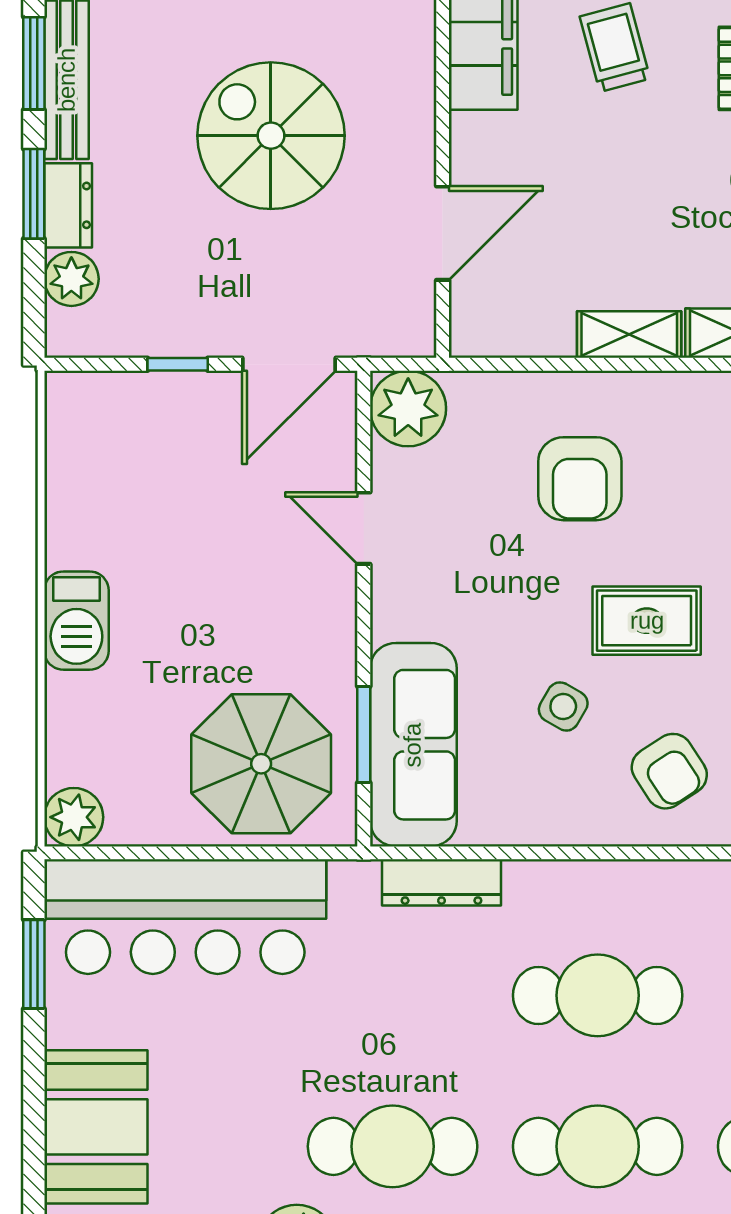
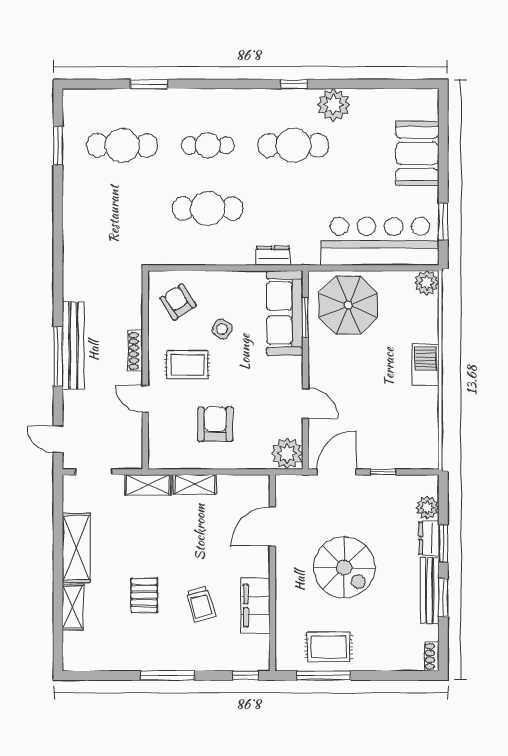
dresser: (441, 882) -> (273, 256), width x0.70
cafe table: (598, 1146) -> (208, 145), width x0.73, depth x0.74

